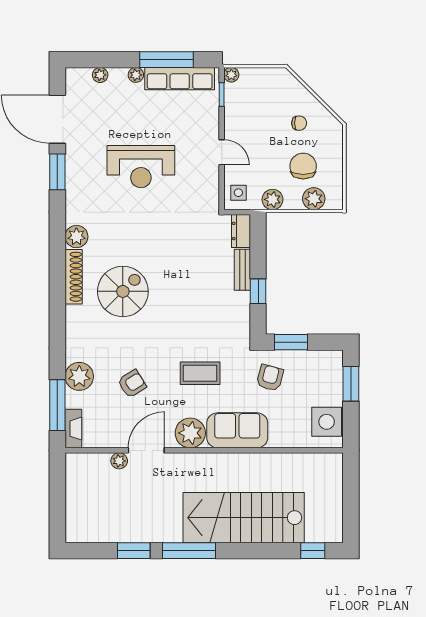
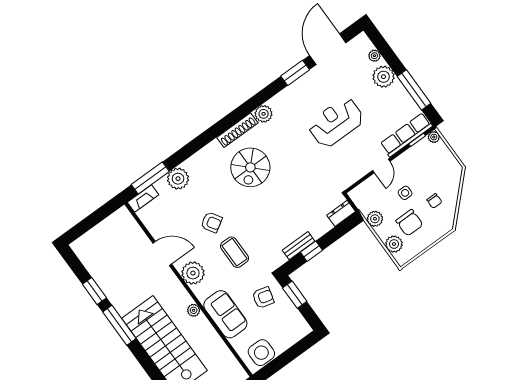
plant: (136, 75) -> (384, 77), width x1.87, depth x1.87
row of seats: (180, 79) -> (406, 135), moved, turned 90
chair: (303, 166) -> (409, 223), turned 90
reception desk: (141, 167) -> (336, 122), turned 90
side table: (238, 193) -> (405, 193), moved
bench: (242, 270) -> (299, 246), moved
spiral stairs: (123, 291) -> (250, 167), turned 90
armchair: (132, 384) -> (212, 222), moved
window: (351, 384) -> (296, 351), removed
sofa: (237, 430) -> (225, 314), moved
plant: (119, 461) -> (194, 310), moved

